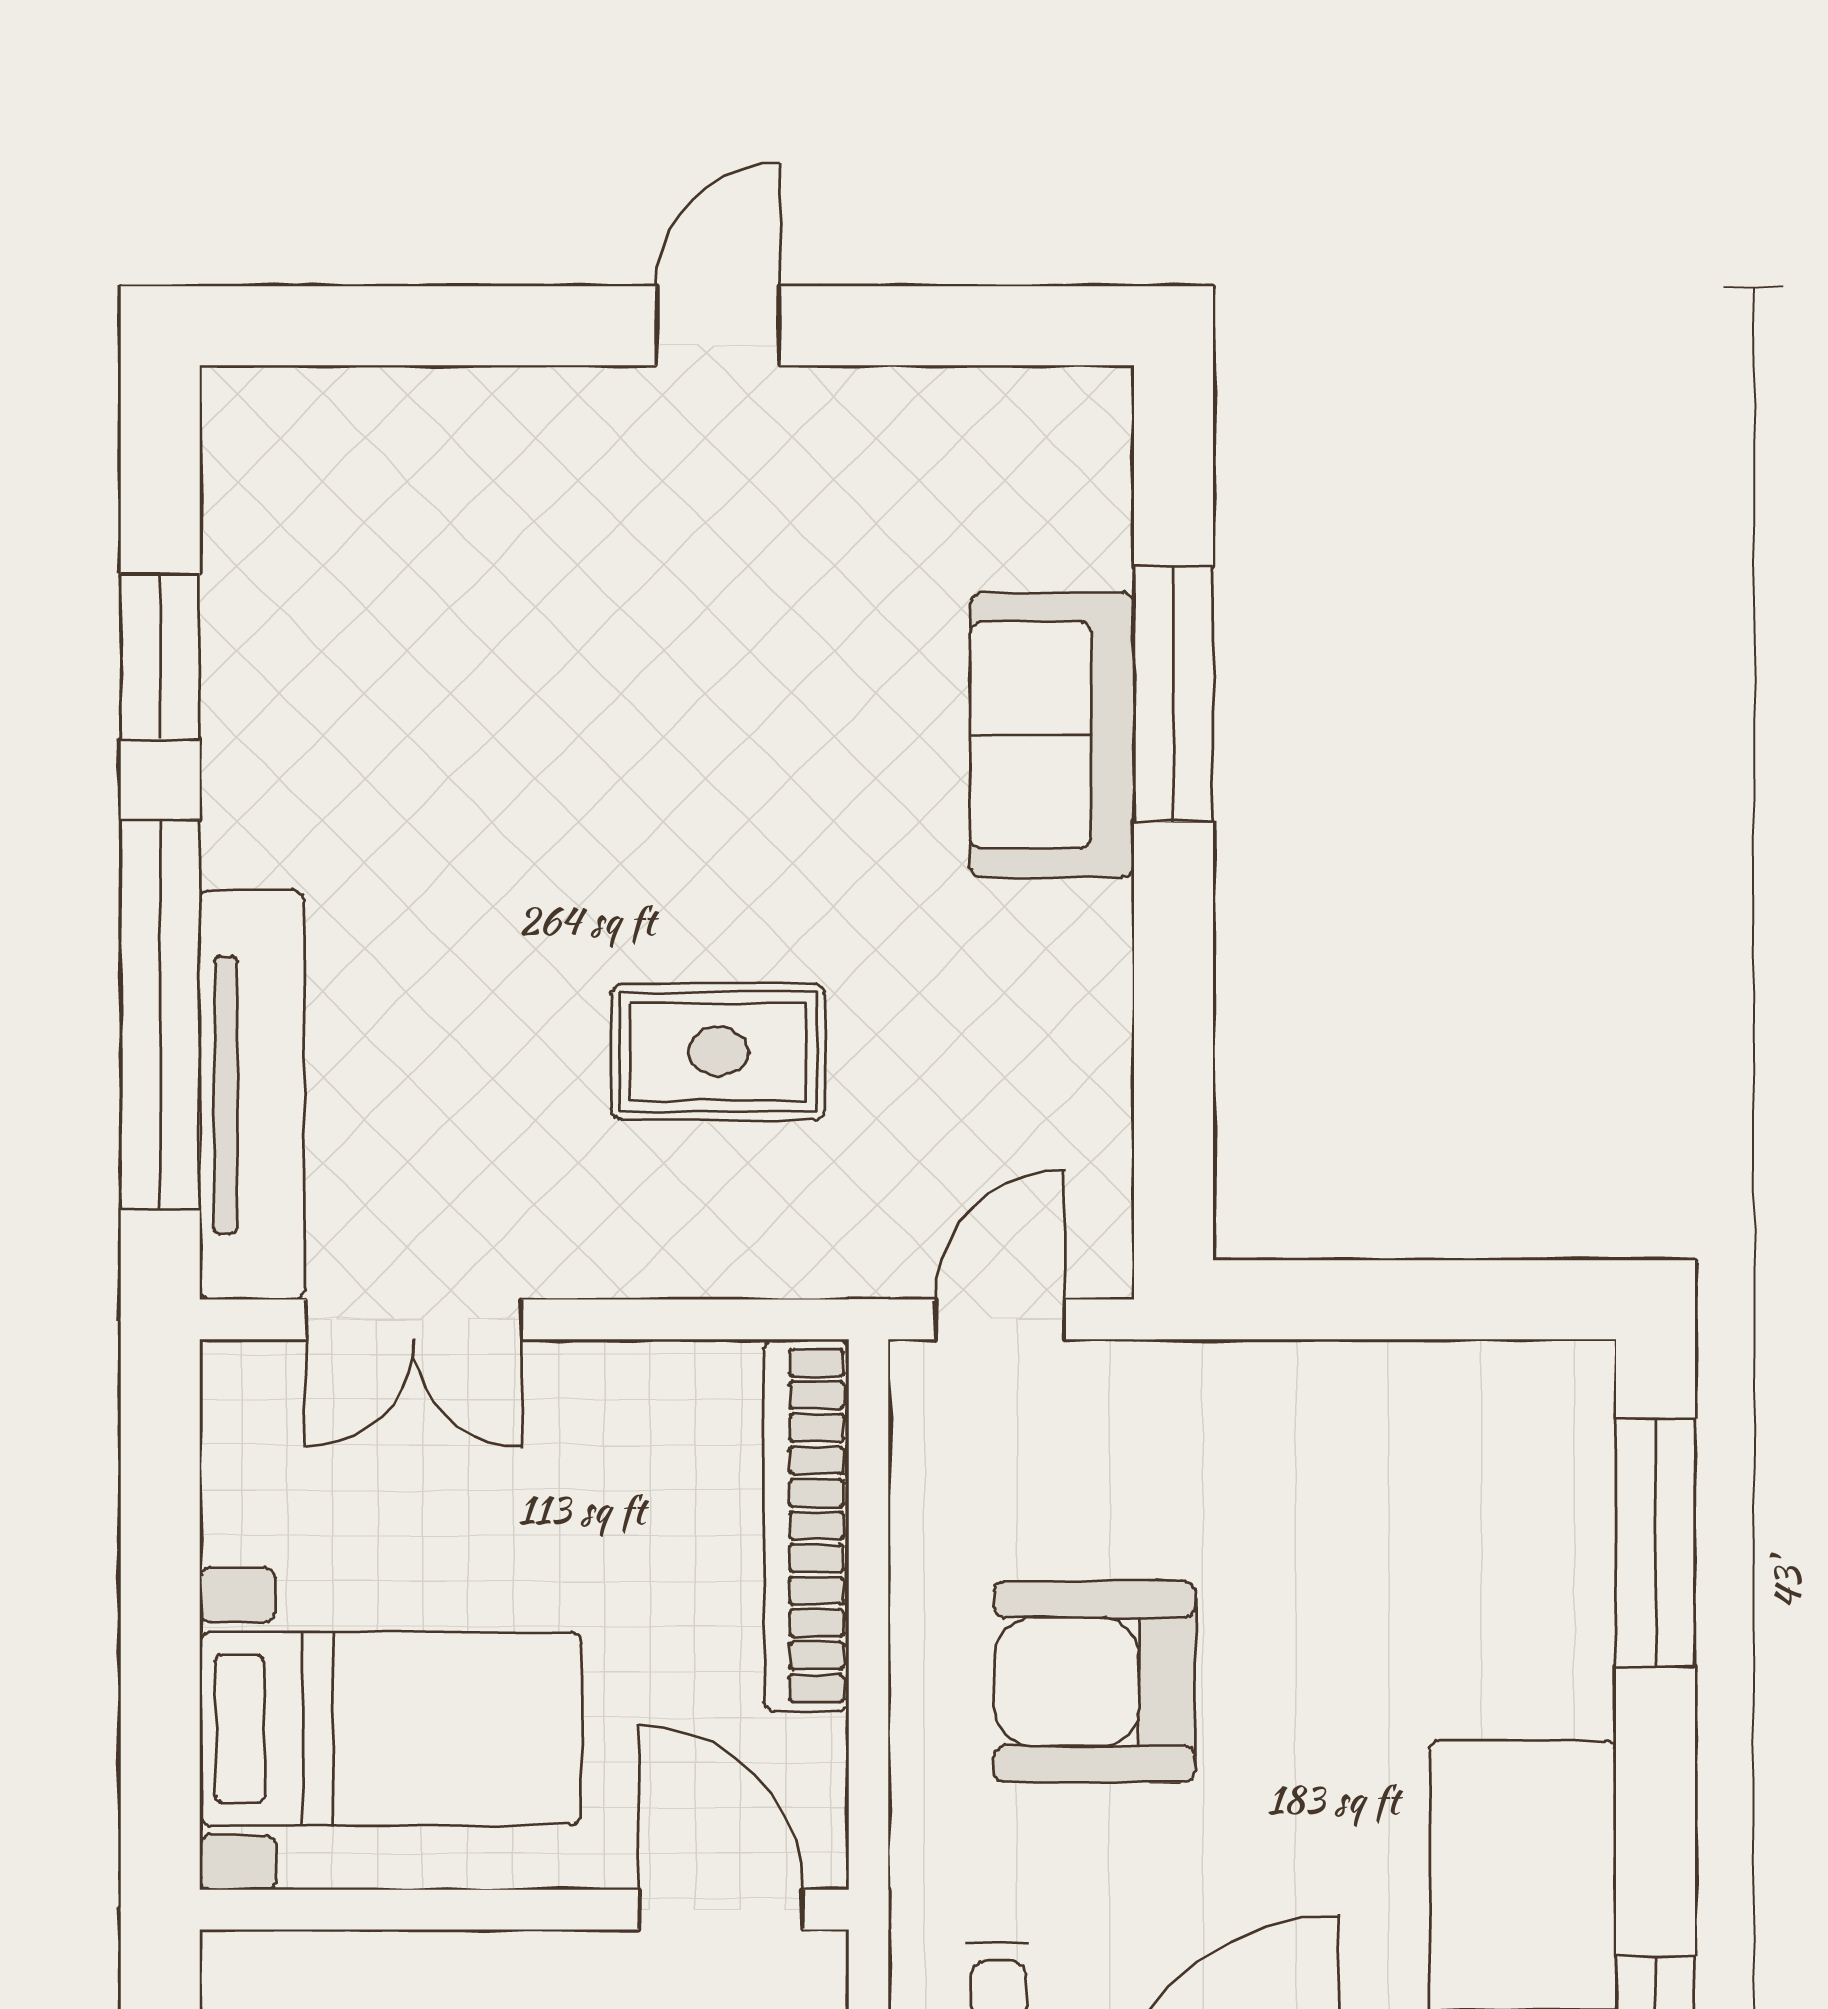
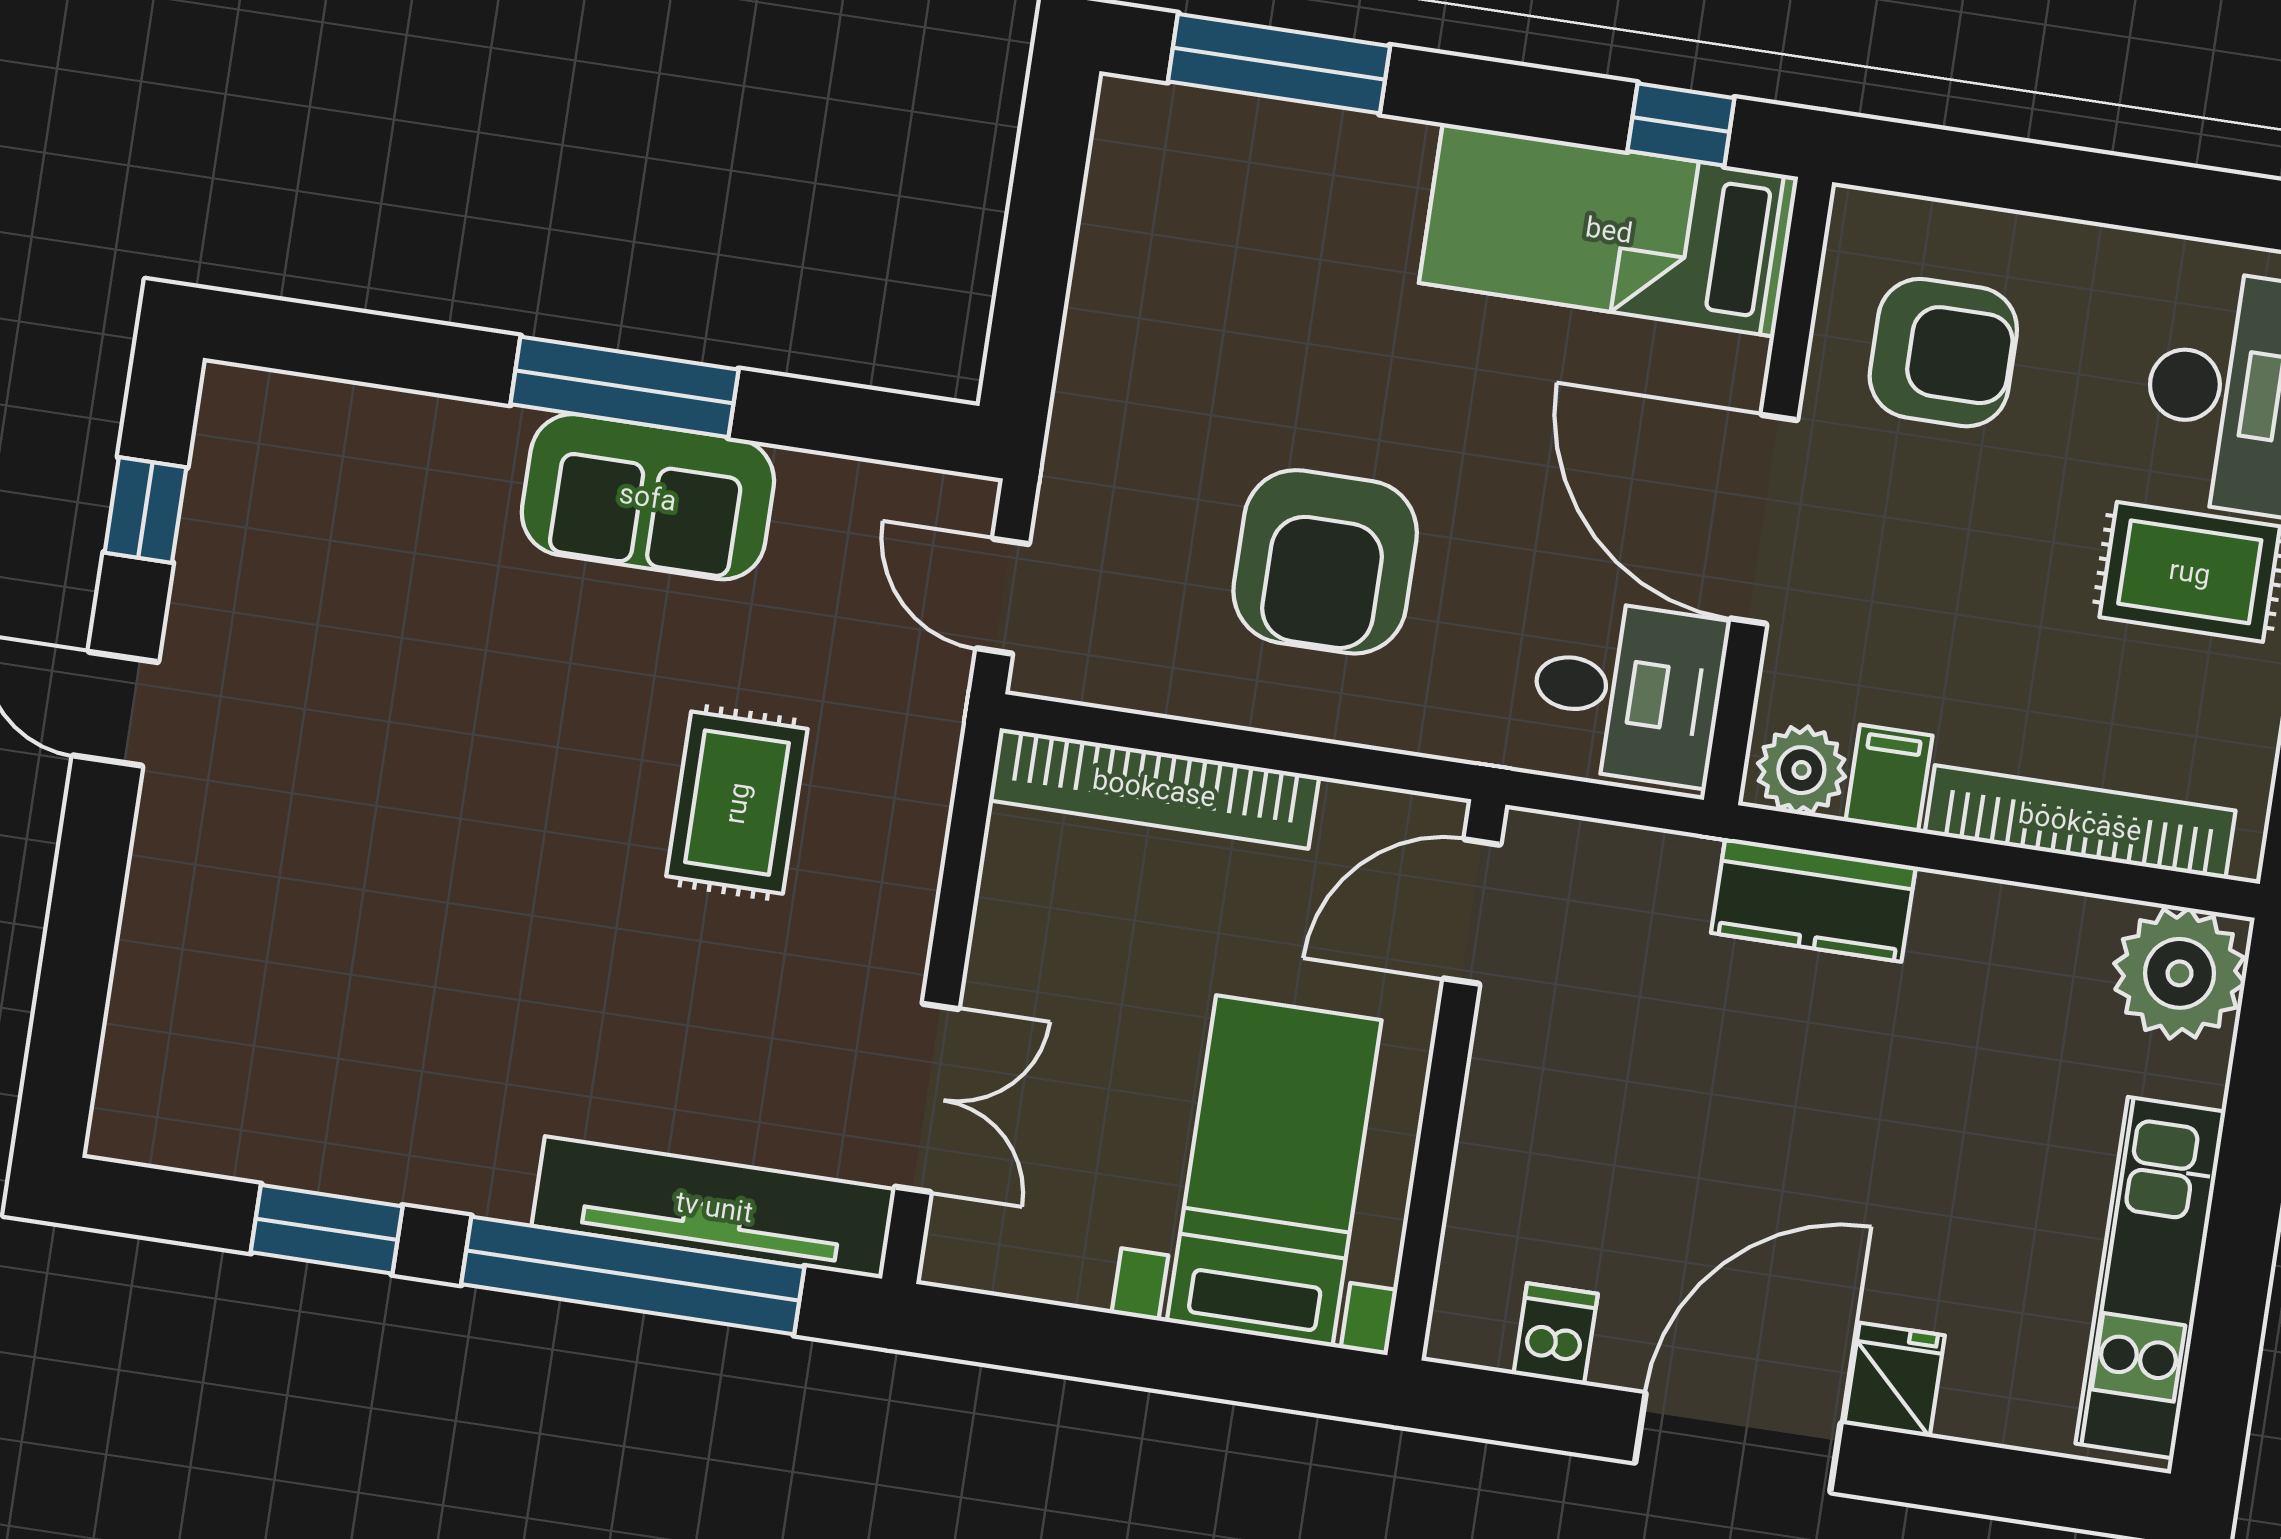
window: (950, 326) -> (145, 510), added
window: (1173, 694) -> (624, 387), moved
sofa: (1052, 735) -> (648, 497), moved

